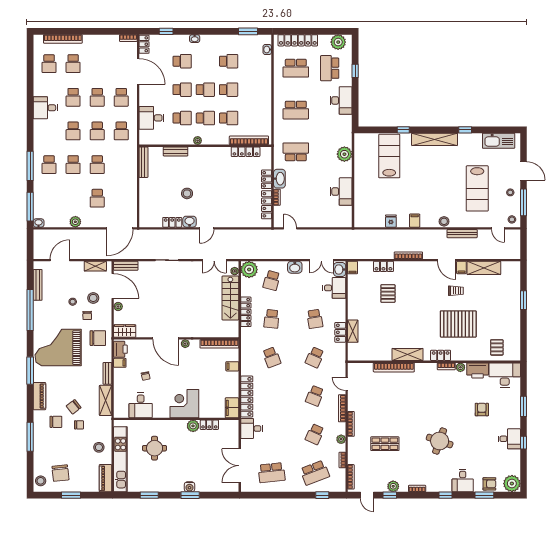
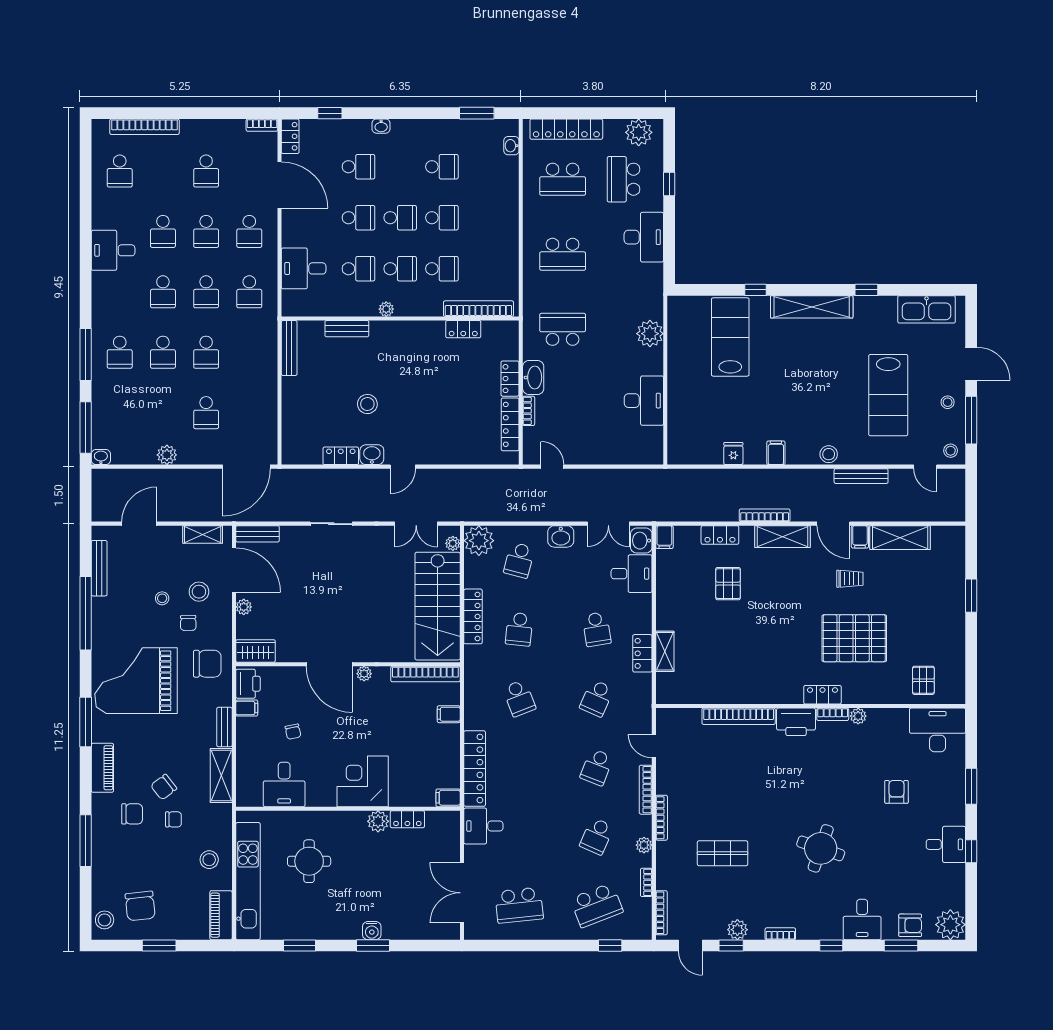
school desk: (73, 64) -> (206, 171), moved
locker: (246, 152) -> (463, 329), width x0.66
stairs: (230, 298) -> (438, 606), width x1.36, depth x1.51
shelving: (408, 354) -> (782, 537), moved
printer: (478, 370) -> (796, 722), moved
filing cabinet: (232, 408) -> (448, 798), width x0.50

